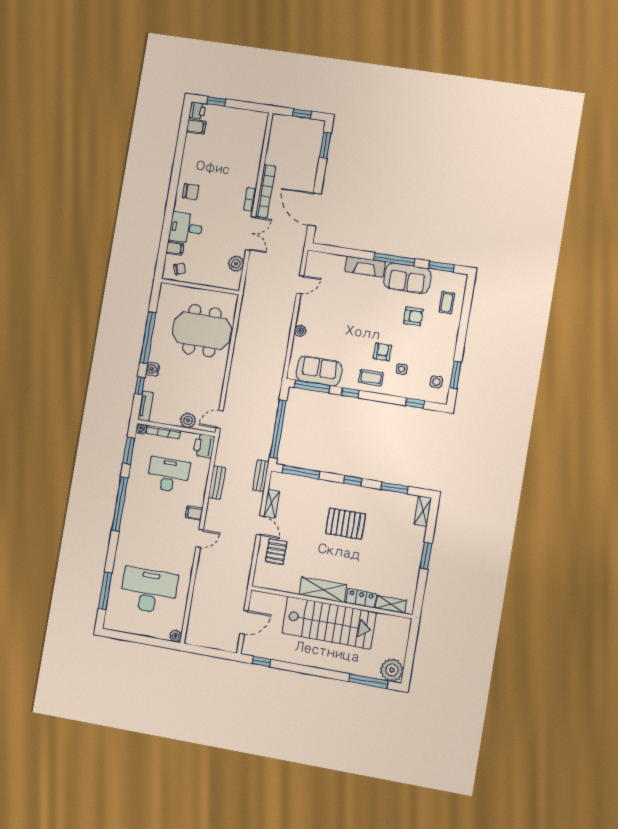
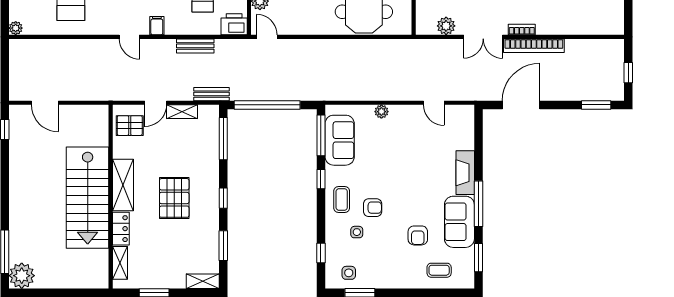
shelving: (323, 590) -> (123, 185), moved
locker: (361, 598) -> (121, 229), moved
wall: (331, 602) -> (111, 197), moved
shelving: (391, 604) -> (120, 263), moved
stairs: (329, 623) -> (88, 198), moved

